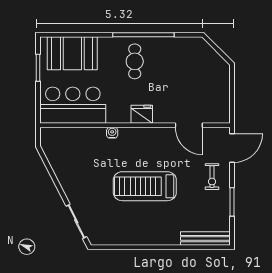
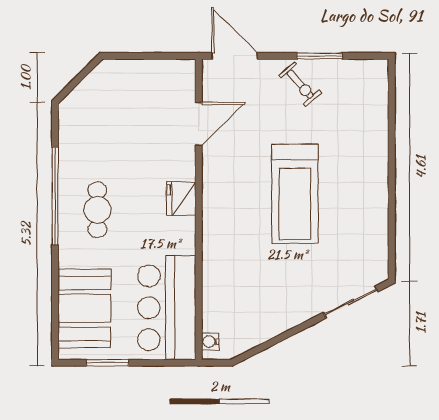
cafe table: (135, 61) -> (97, 210), turned 90
water cooler: (112, 133) -> (210, 342), moved
exercise bike: (212, 177) -> (300, 84), moved, turned 49
bench: (205, 239) -> (378, 98), removed

